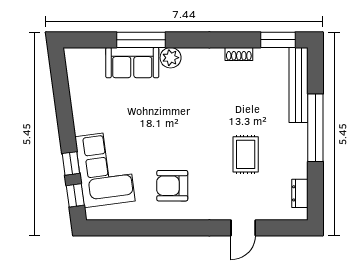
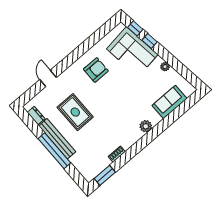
window: (141, 40) -> (166, 123), removed
sofa: (132, 63) -> (169, 102), moved
bench: (299, 85) -> (57, 139), moved
plant: (79, 113) -> (165, 67), added
rug: (246, 154) -> (75, 112), width x1.36, depth x1.43

